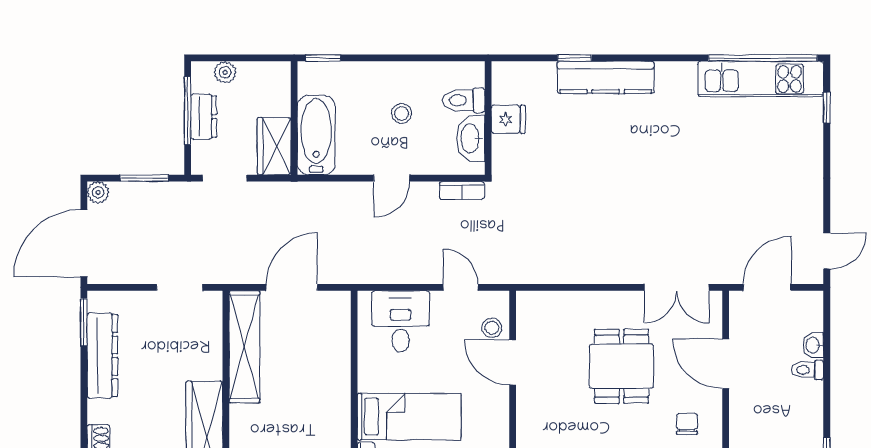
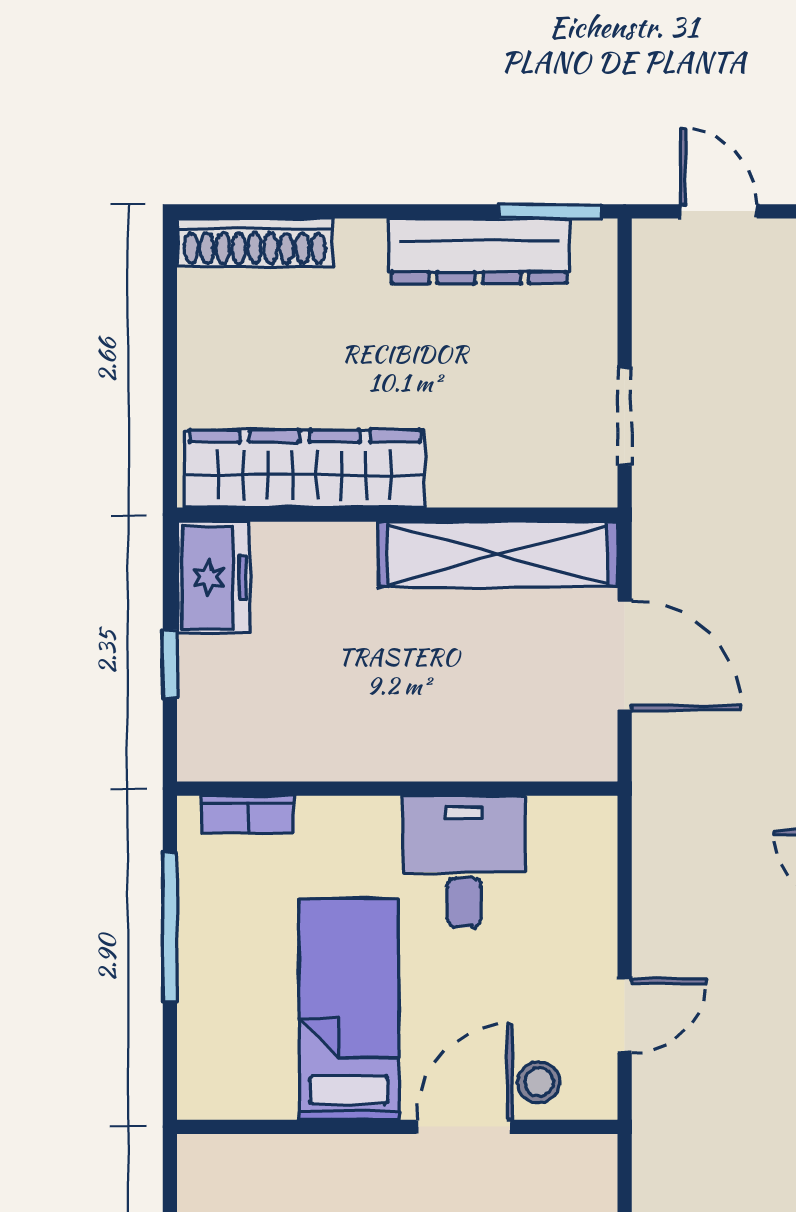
door: (84, 243) -> (719, 211), width x0.53
desk: (401, 321) -> (464, 861), moved, turned -90
bed: (409, 417) -> (349, 1009), moved, turned 180

